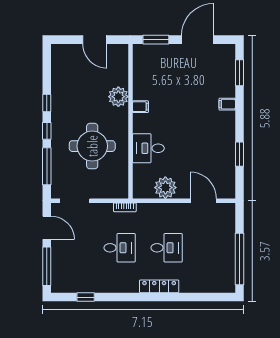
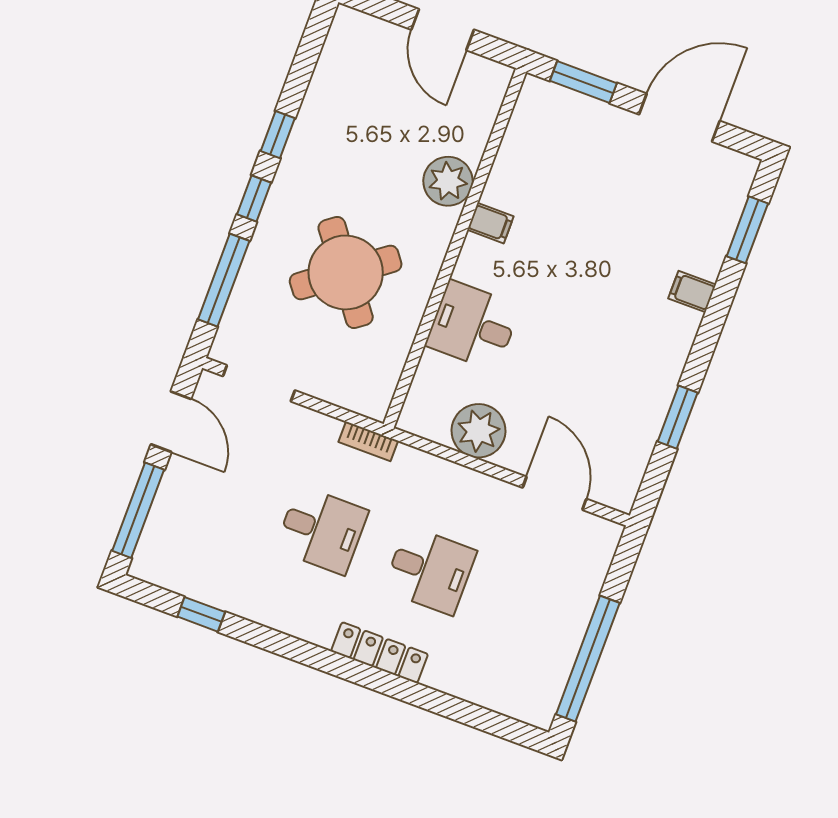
round table: (92, 146) -> (346, 272), turned -37

